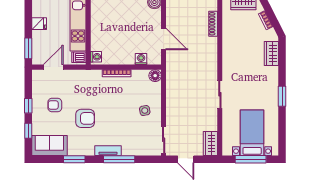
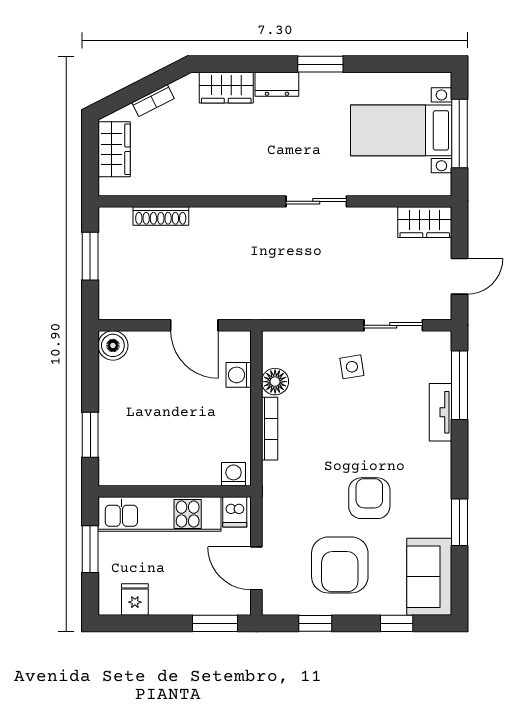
fridge: (39, 24) -> (135, 600), moved
door: (164, 39) -> (194, 325), swing flipped
floor lamp: (155, 76) -> (275, 382), moved
dresser: (273, 76) -> (277, 84), added
armchair: (55, 105) -> (340, 565), width x1.88, depth x1.88
window: (28, 106) -> (315, 623), moved
sliding door: (164, 140) -> (393, 325), moved
tv unit: (108, 151) -> (440, 412), moved
window: (119, 159) -> (459, 385), moved

